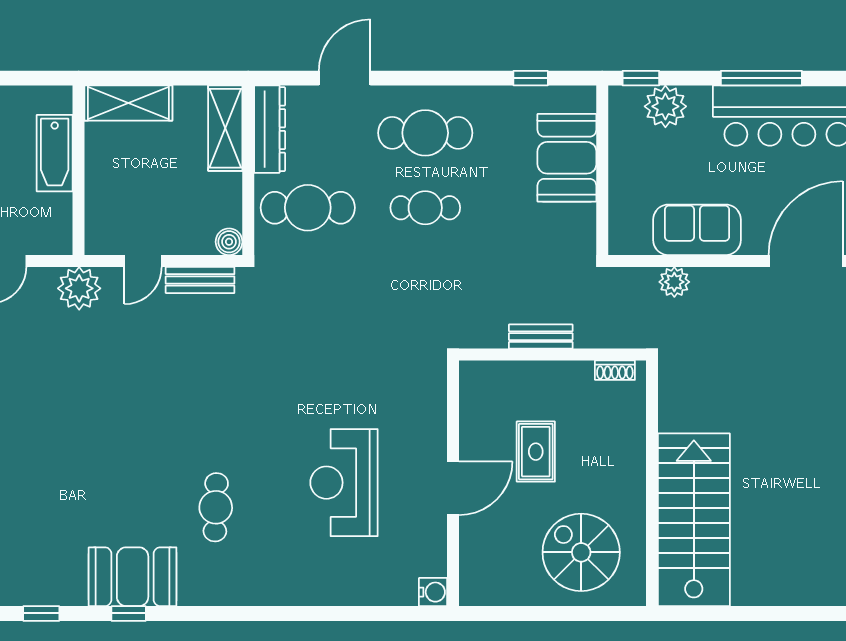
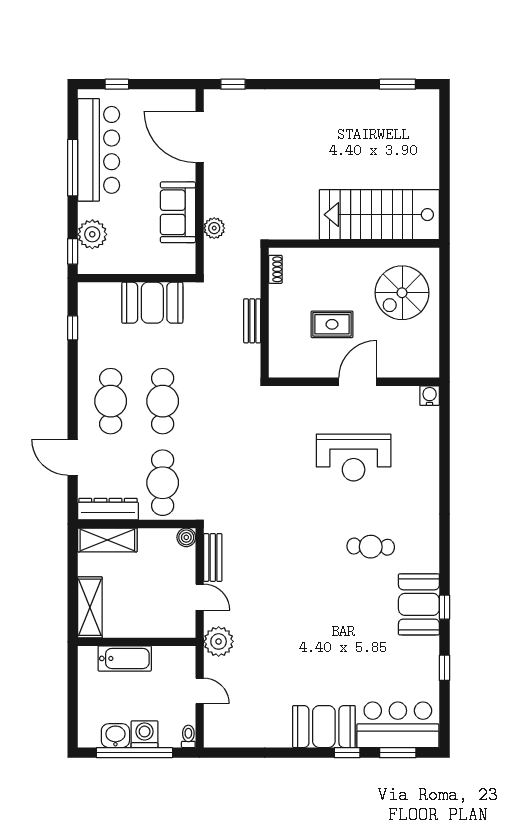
booth: (567, 158) -> (152, 303), moved
cafe table: (425, 208) -> (163, 401), width x1.37, depth x1.35
door: (453, 488) -> (358, 382), hinge flipped

